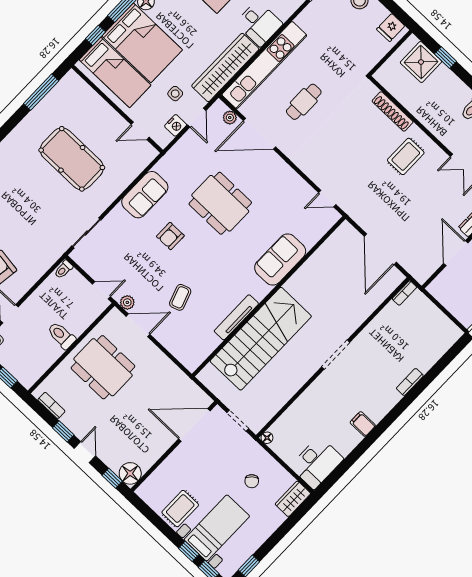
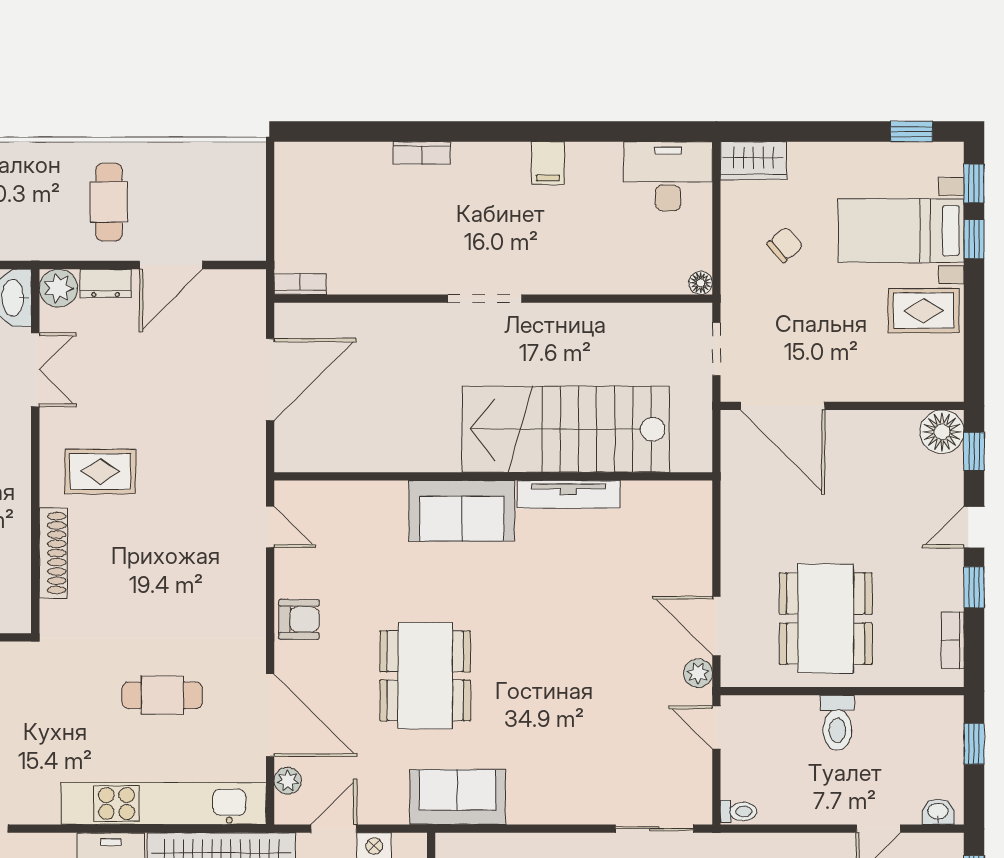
sofa: (145, 195) -> (457, 797), moved
armchair: (170, 236) -> (299, 619), moved
sofa: (280, 259) -> (462, 511), moved
coffee table: (180, 297) -> (617, 603), removed

